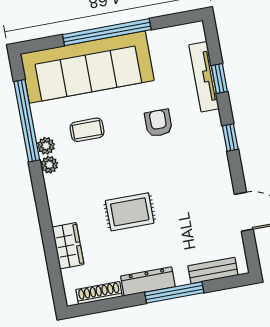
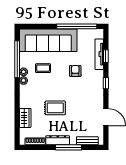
window: (107, 32) -> (77, 26), moved

